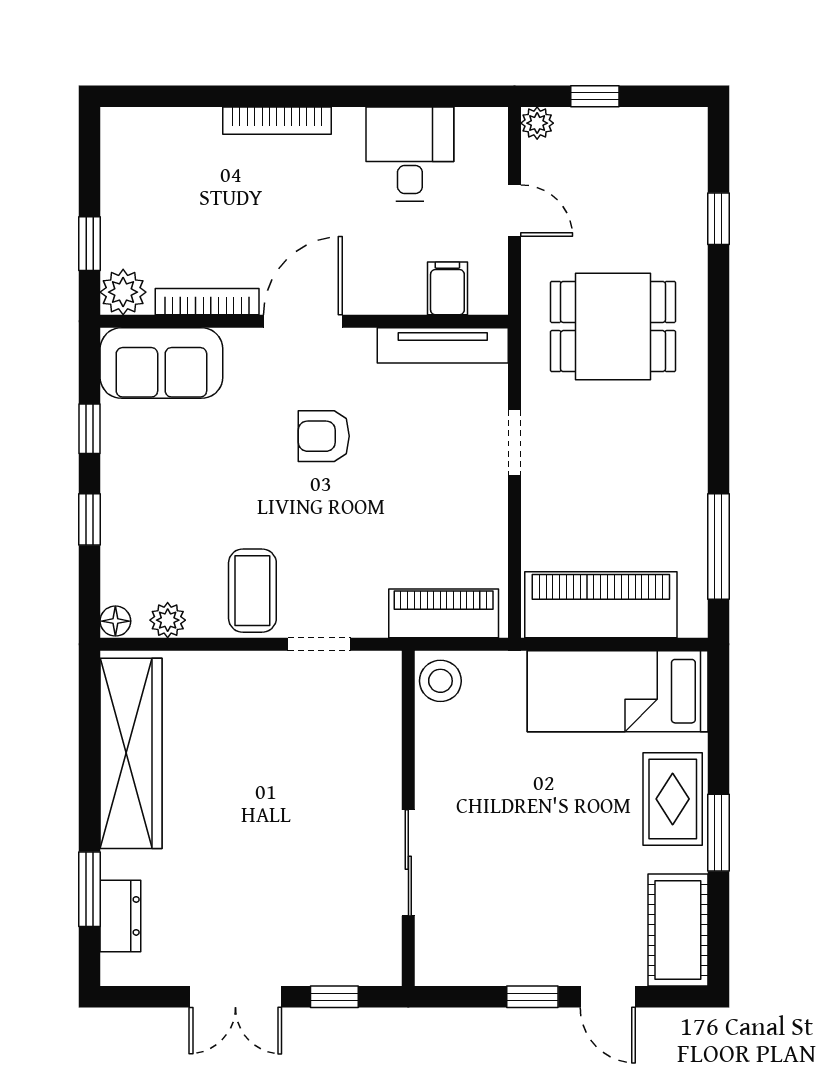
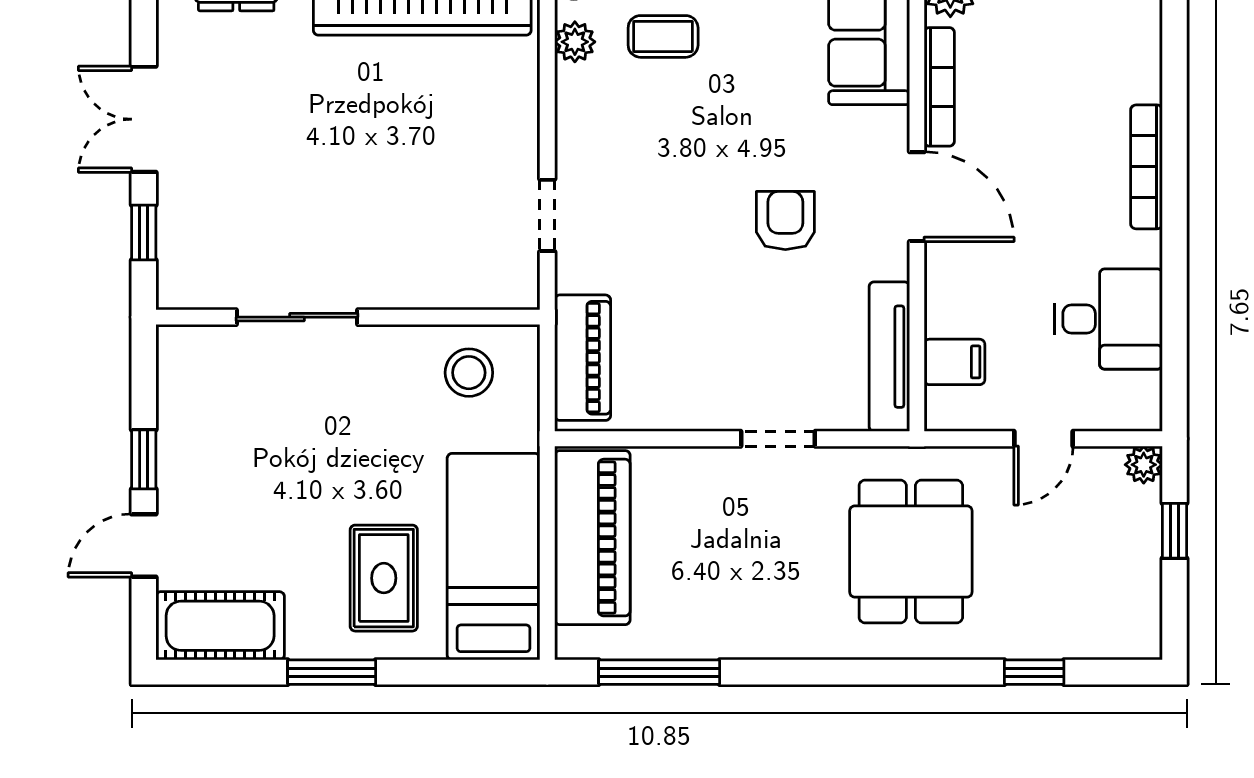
coffee table: (252, 591) -> (663, 36), moved, width x0.73, depth x0.77
stool: (440, 681) -> (469, 373), moved
rug: (673, 799) -> (384, 578), moved, turned 90

